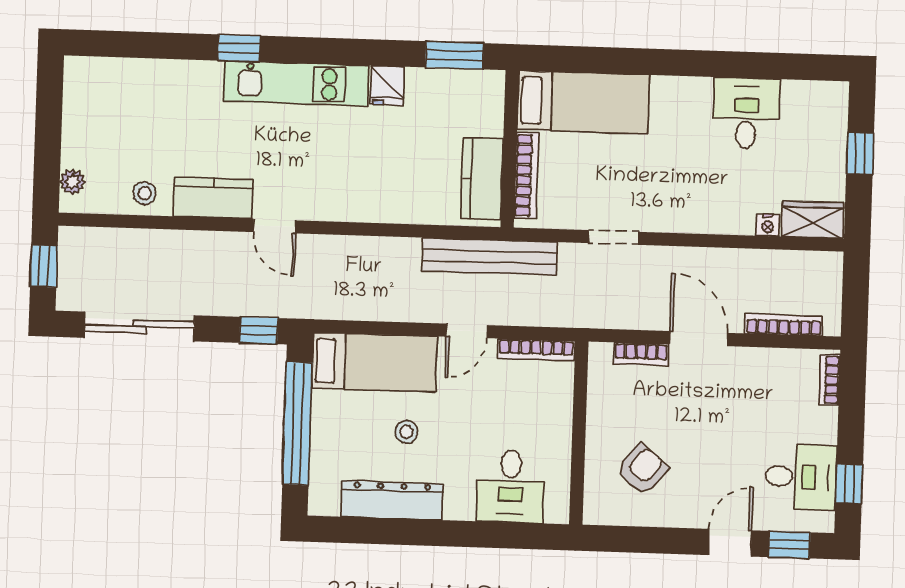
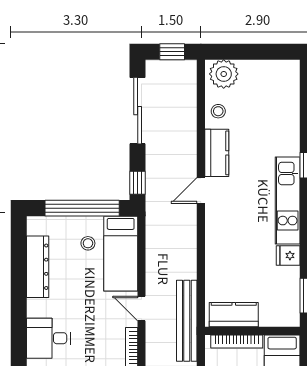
plant: (72, 182) -> (224, 74), width x1.87, depth x1.87
stool: (406, 432) -> (88, 243), moved

